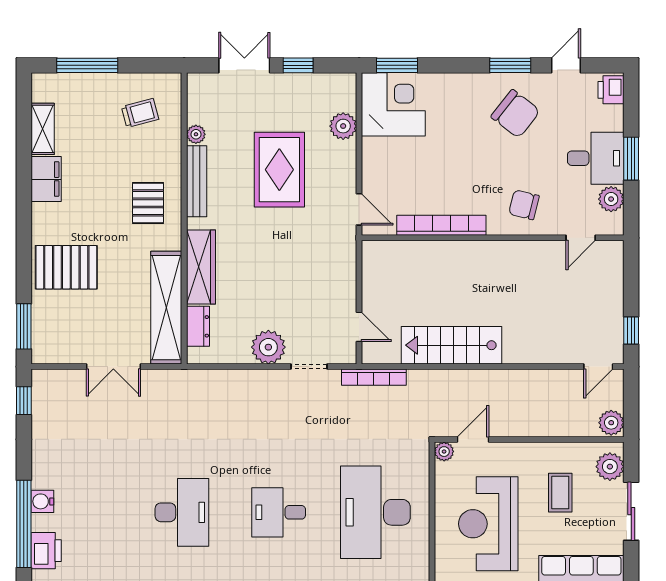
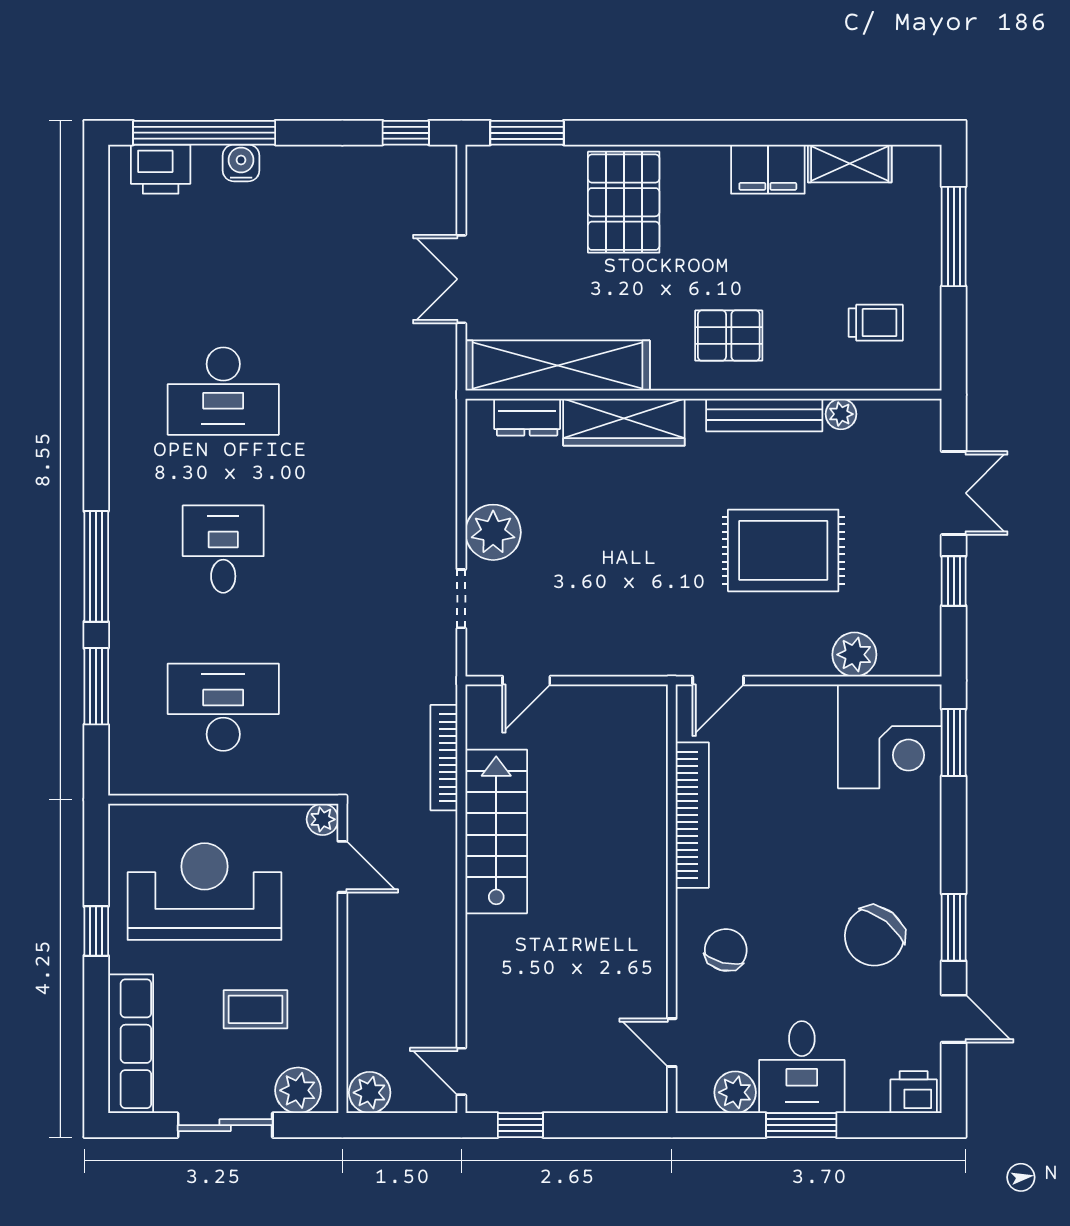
trolley: (140, 113) -> (876, 323), turned -75
bookcase: (374, 377) -> (444, 758), moved
desk: (375, 512) -> (223, 707), width x0.73, depth x0.77

